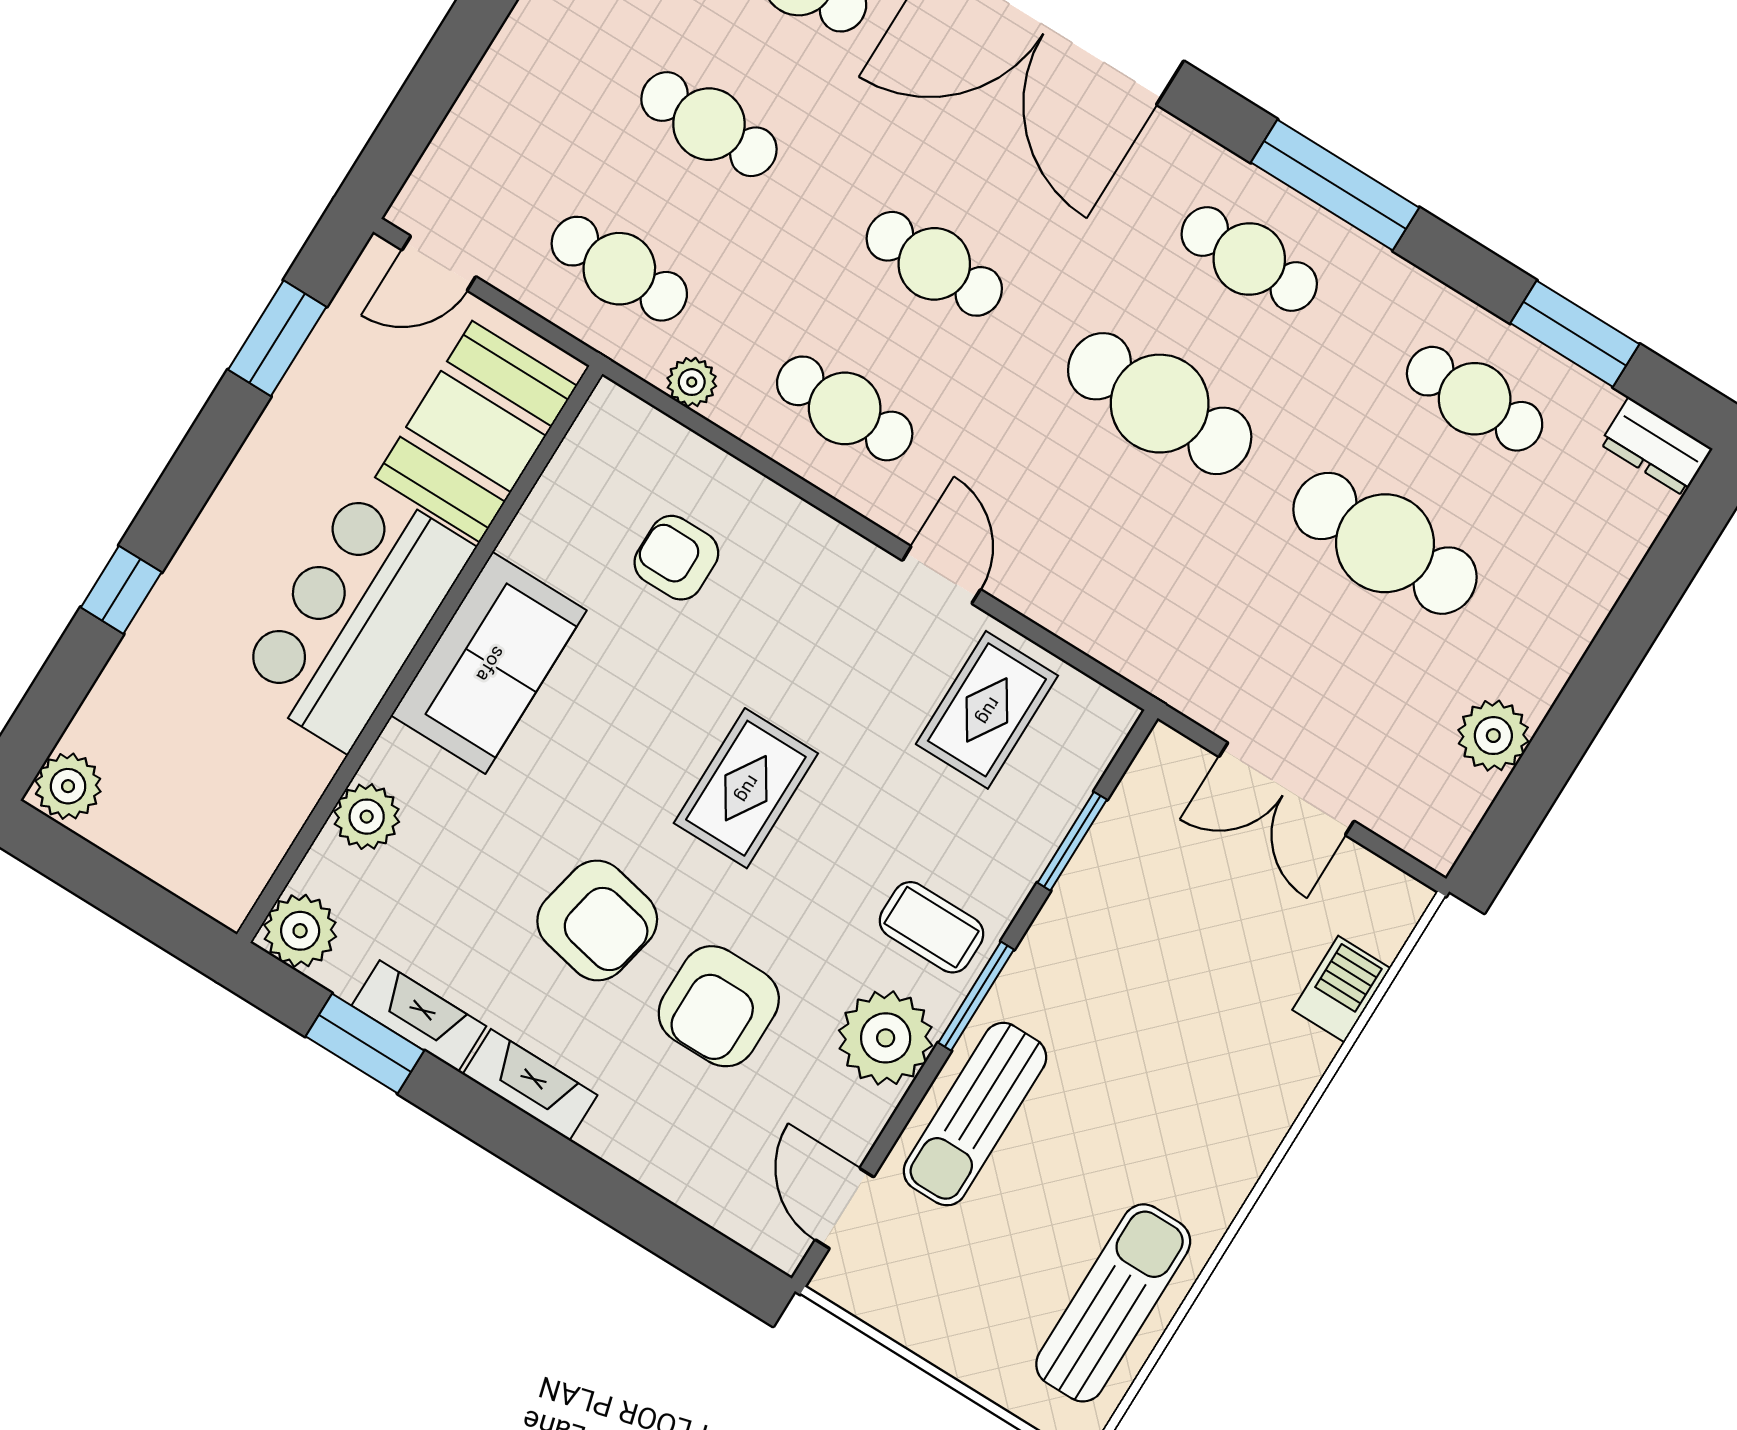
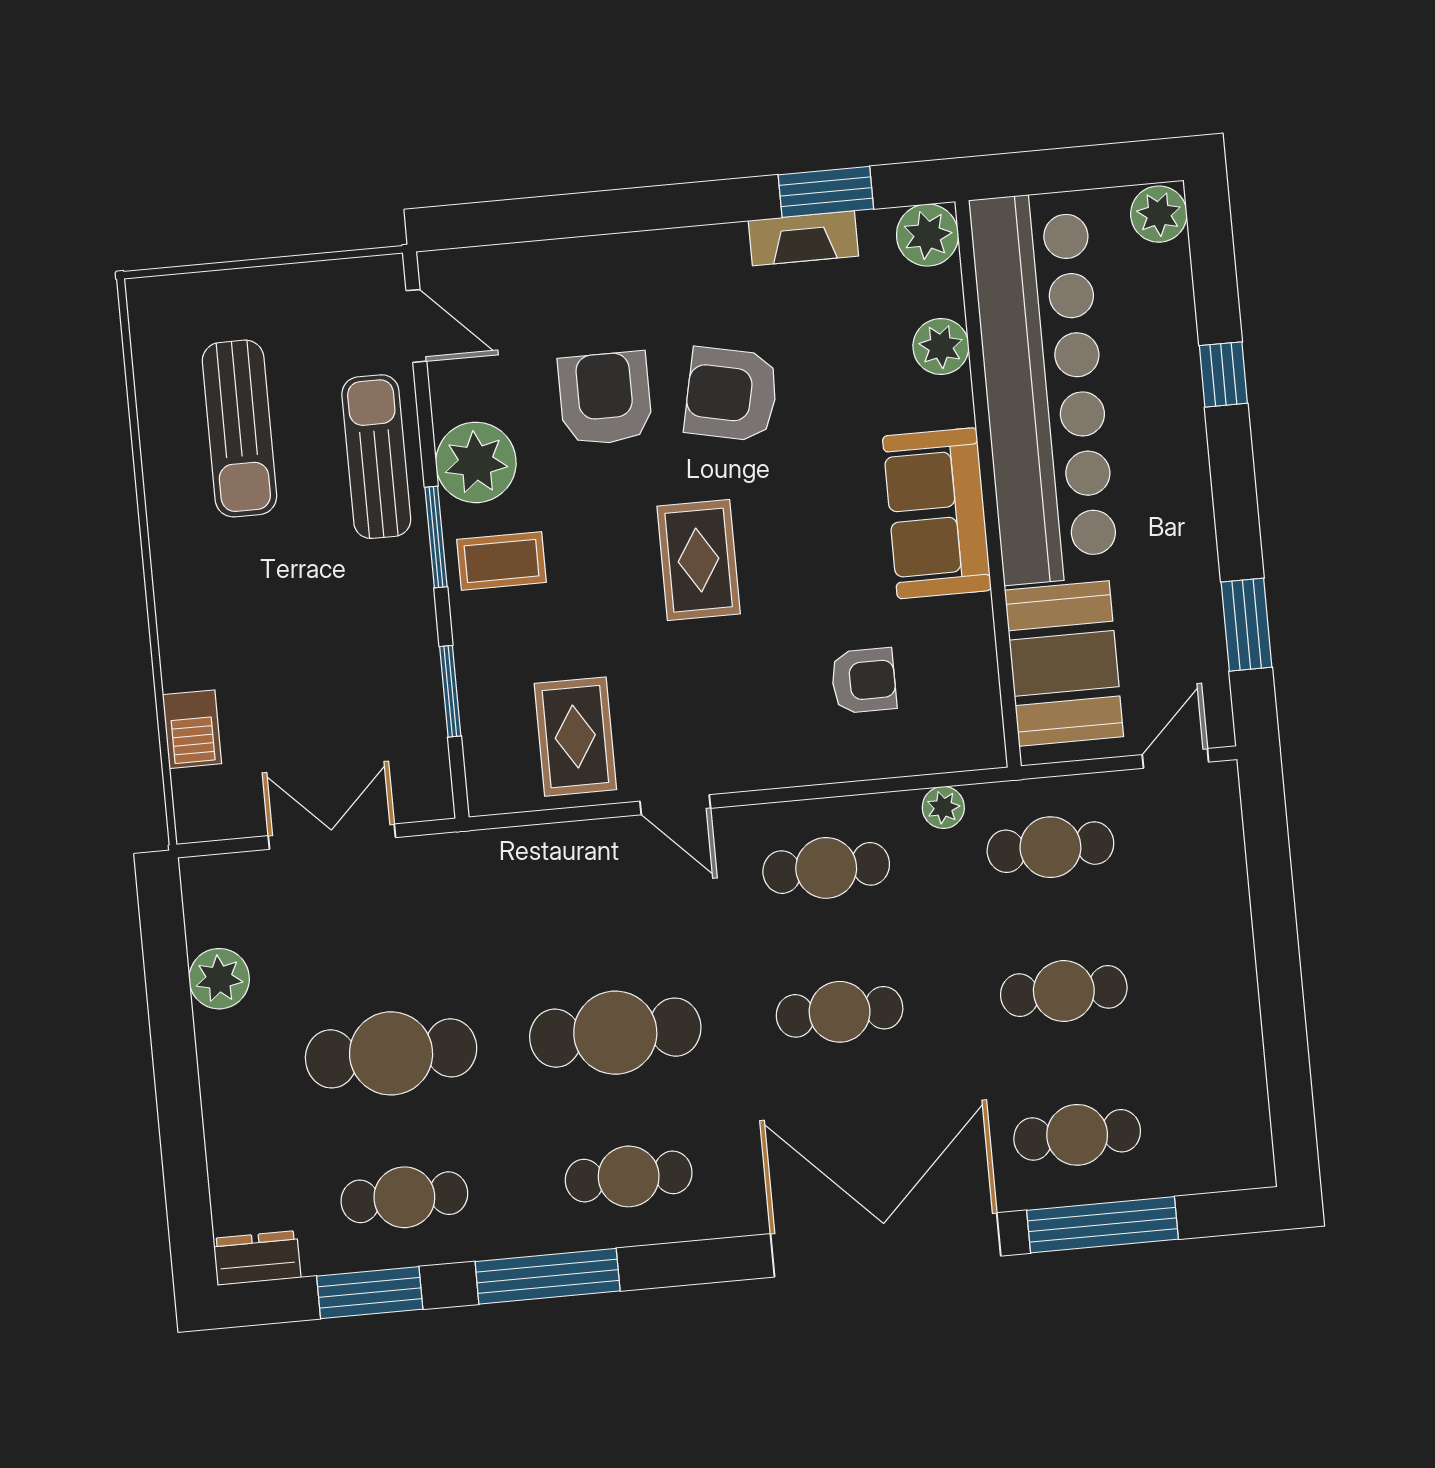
window: (1335, 185) -> (548, 1276), moved
bar counter: (355, 615) -> (1044, 388), width x1.86
fireplace: (530, 1085) -> (693, 249), removed
sun lounger: (1113, 1303) -> (239, 429), moved

